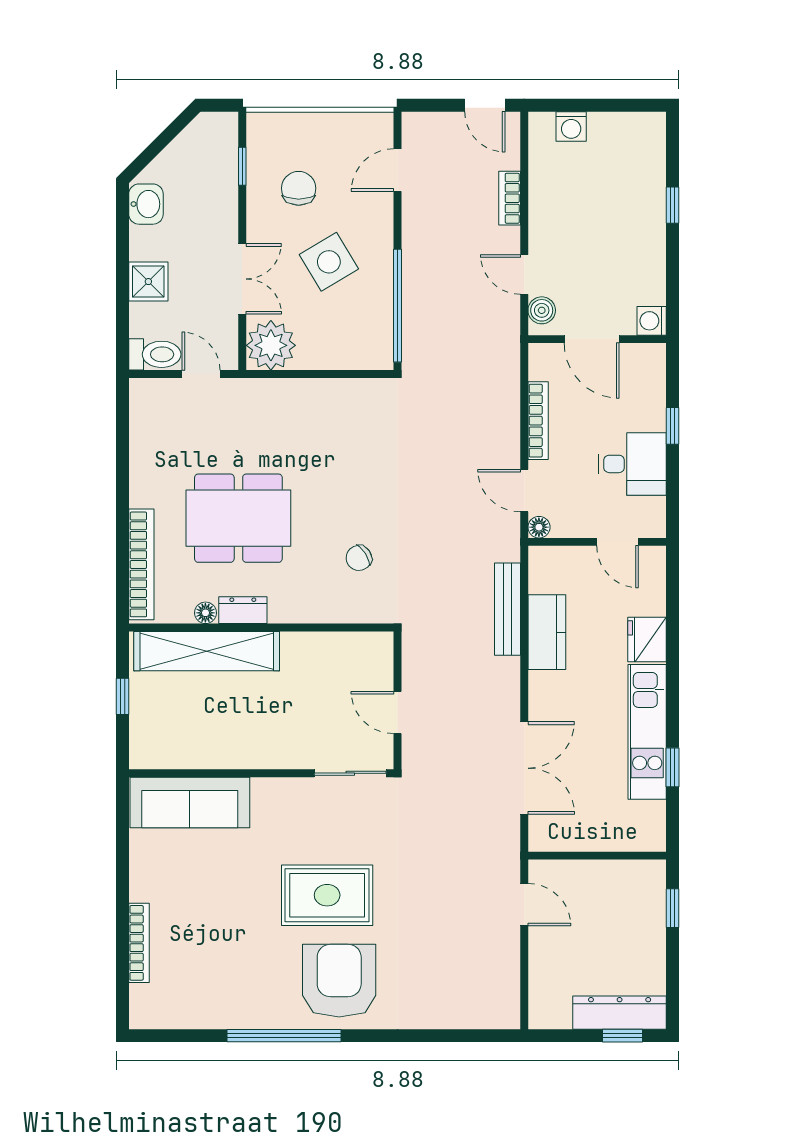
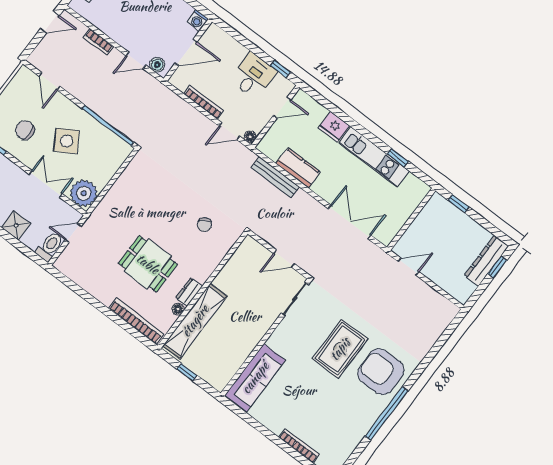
window: (673, 426) -> (280, 69), moved
dining table: (238, 518) -> (148, 264), width x0.73

